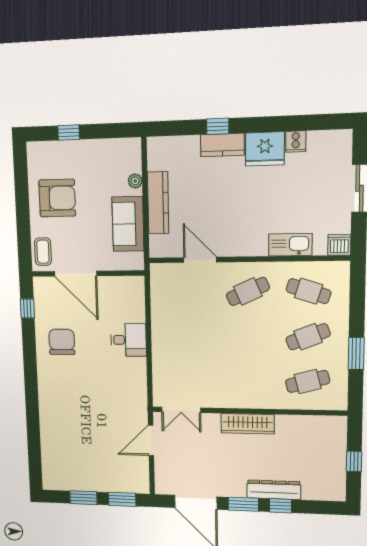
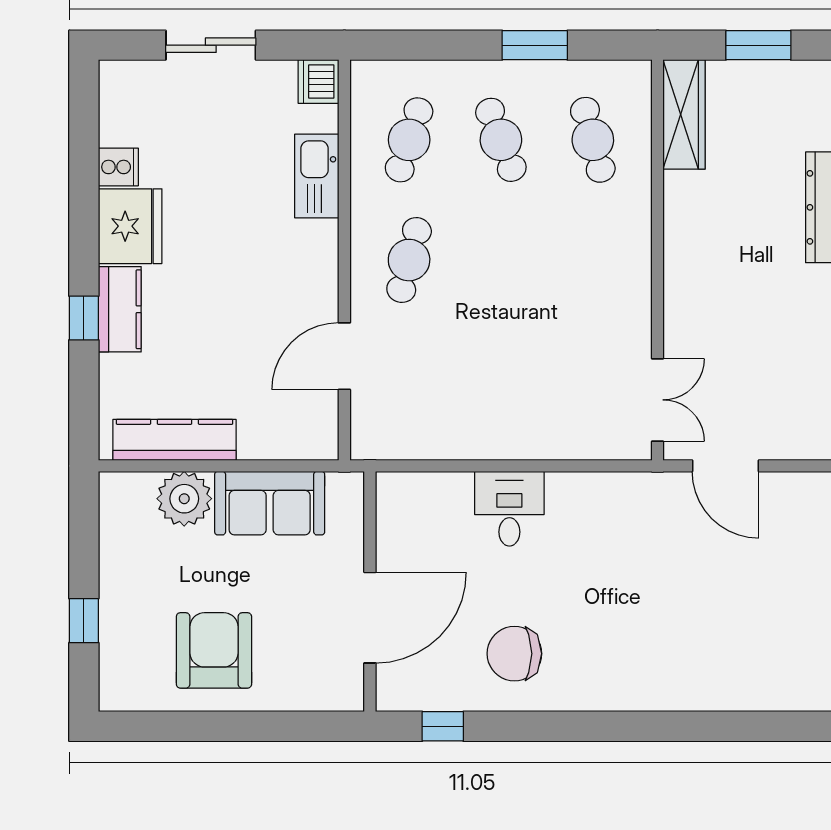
plant: (135, 181) -> (184, 499), width x1.88, depth x1.88
kitchen counter: (158, 203) -> (175, 440), moved
coffee table: (43, 252) -> (323, 686), removed
cafe table: (248, 291) -> (409, 260), turned 39
wardrobe: (248, 424) -> (684, 114), moved
window: (354, 461) -> (758, 45), width x1.50

